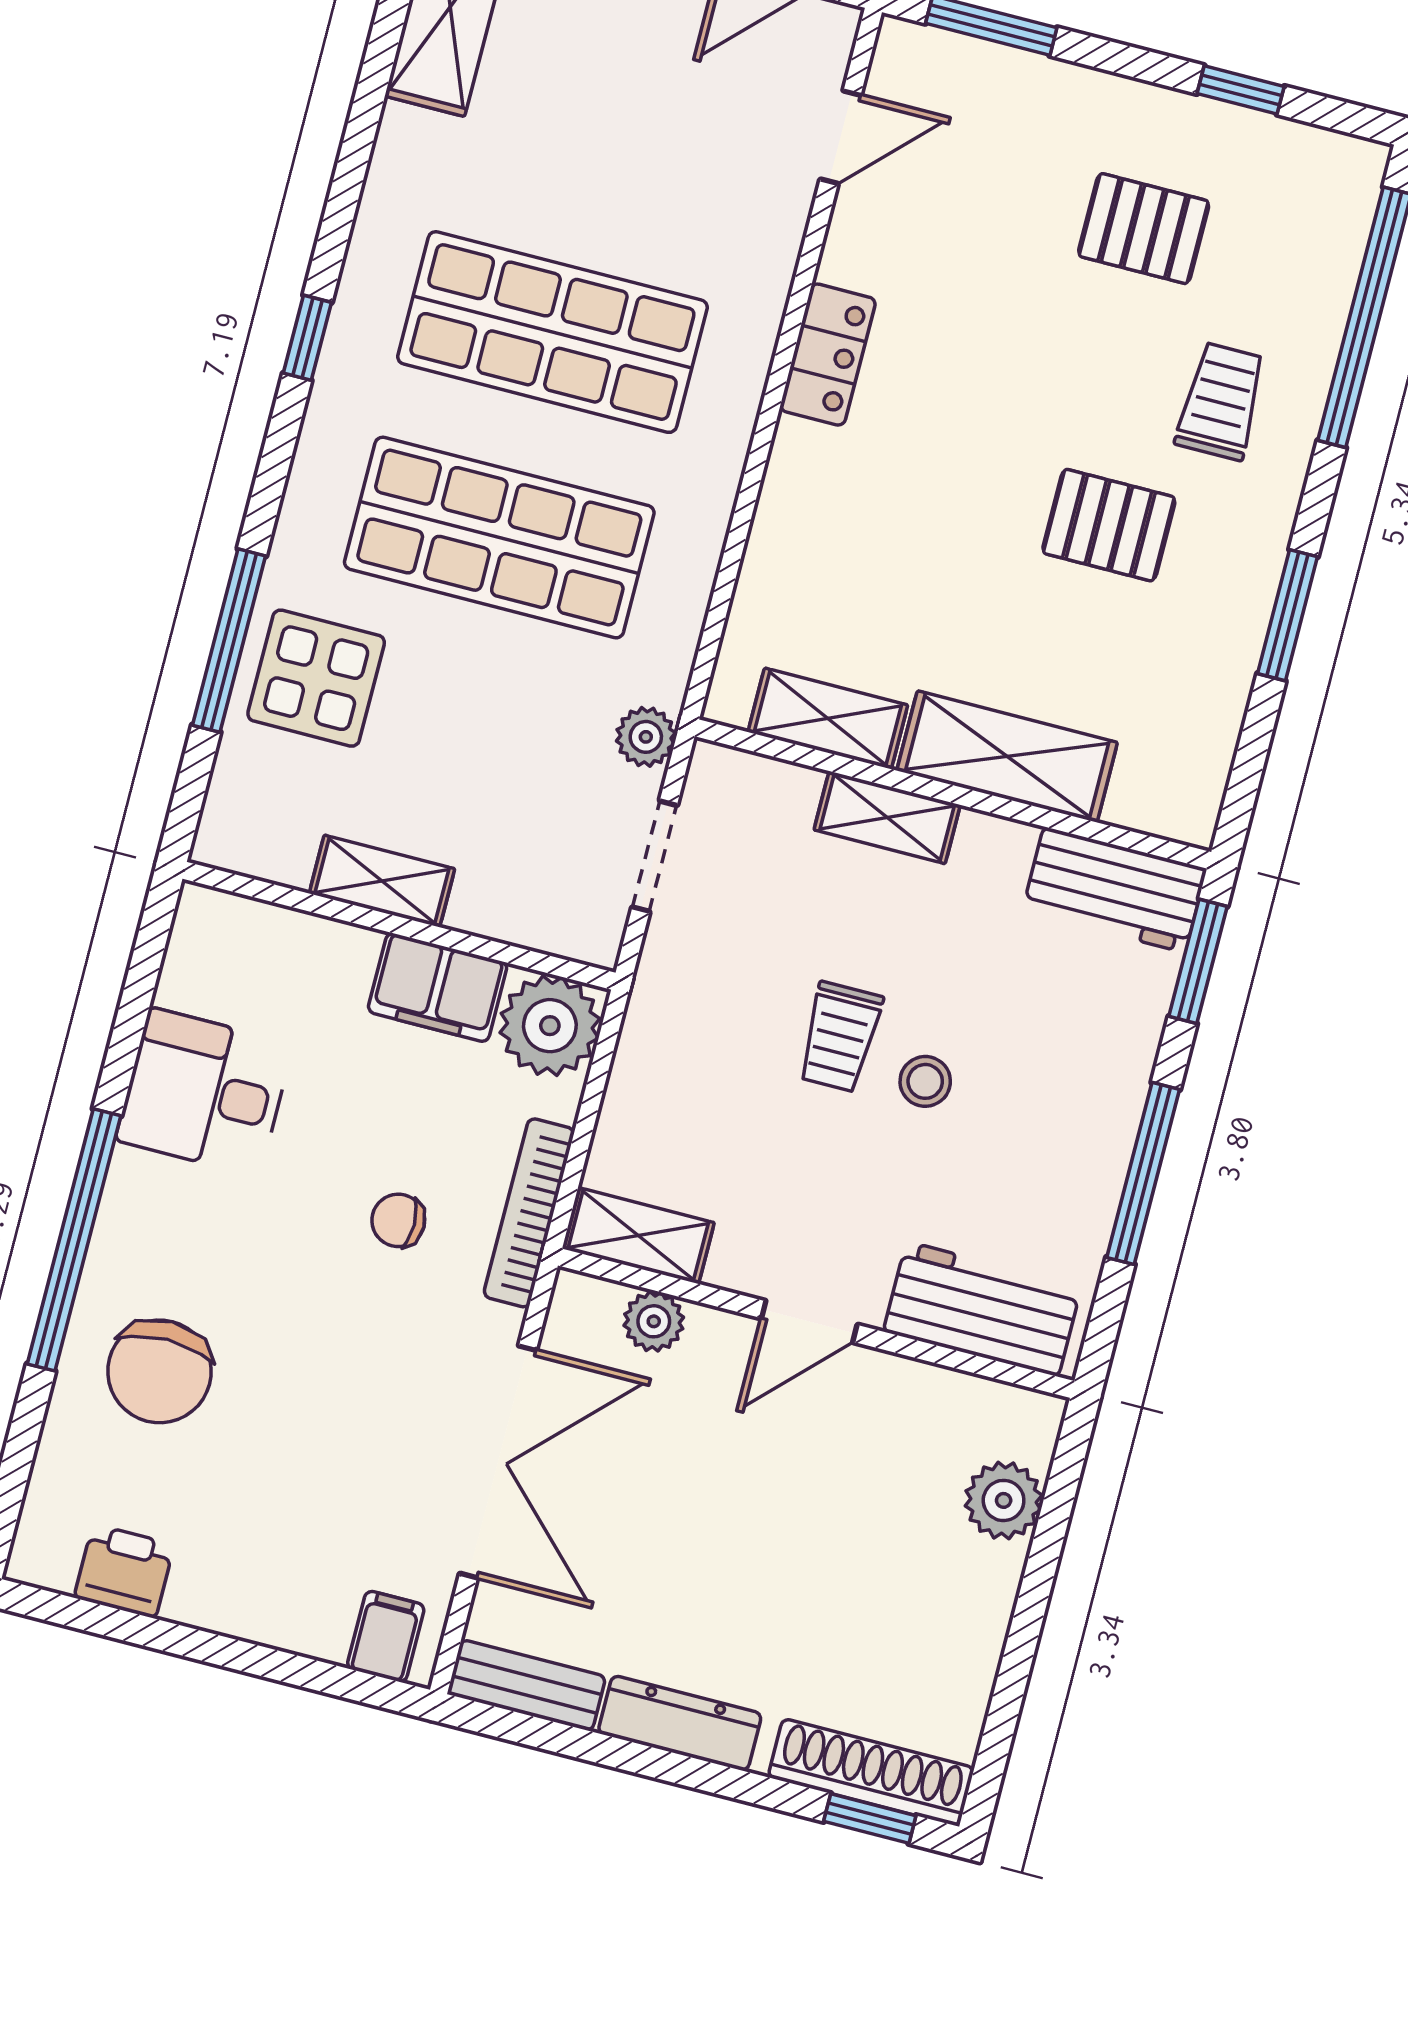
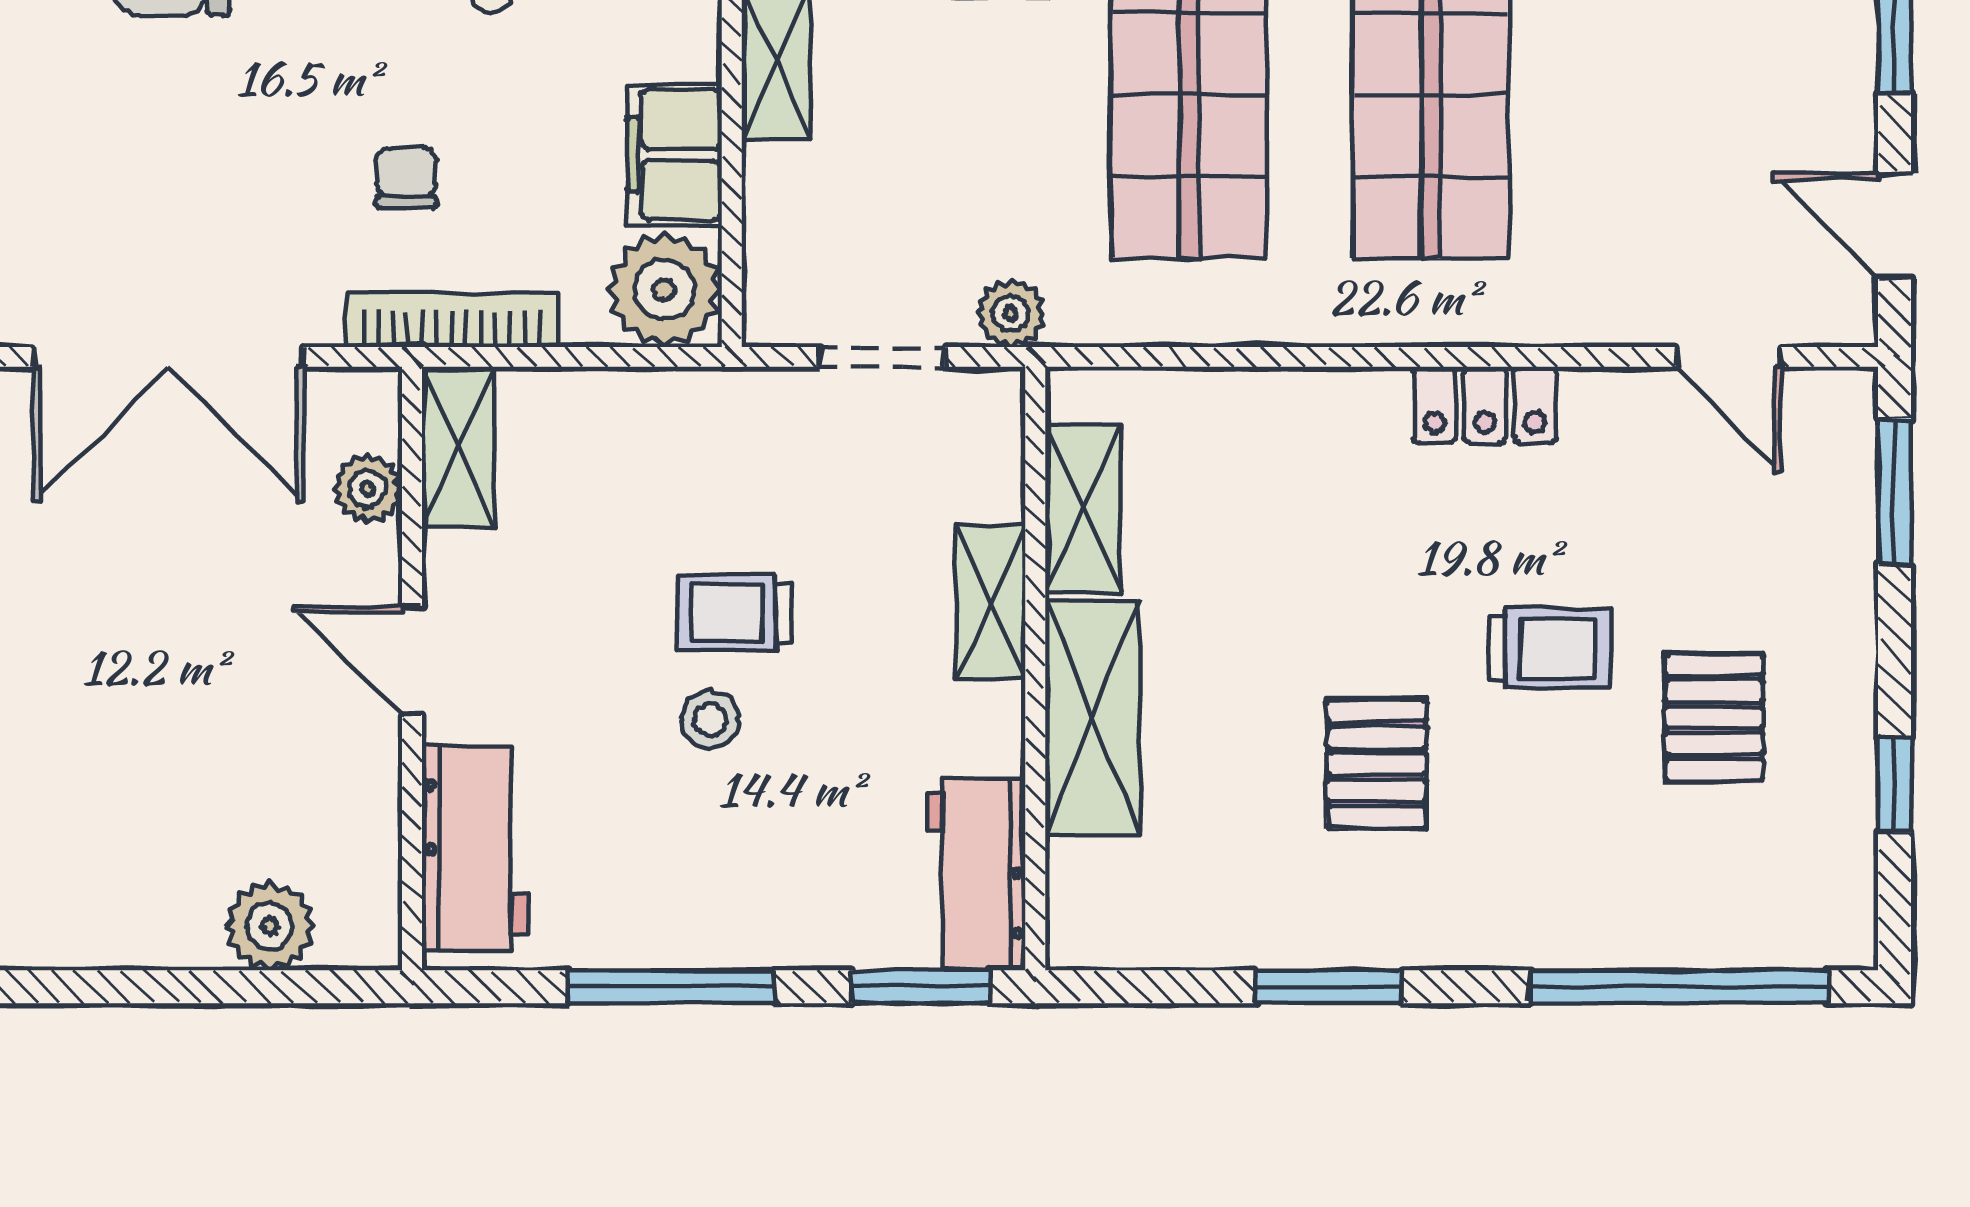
trolley: (1221, 401) -> (1549, 648), moved

